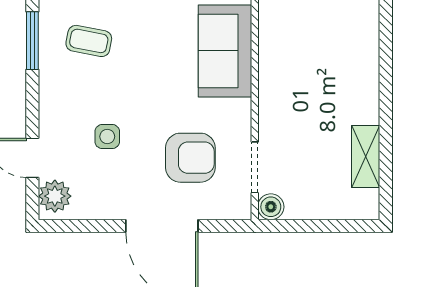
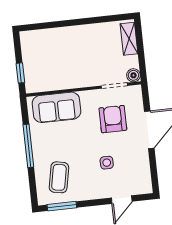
coffee table: (89, 41) -> (59, 177), width x1.36, depth x1.30
shelving: (366, 157) -> (129, 39), moved, turned 90
plant: (55, 196) -> (140, 186), removed

